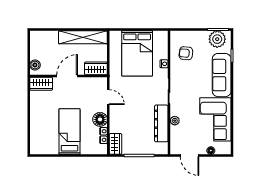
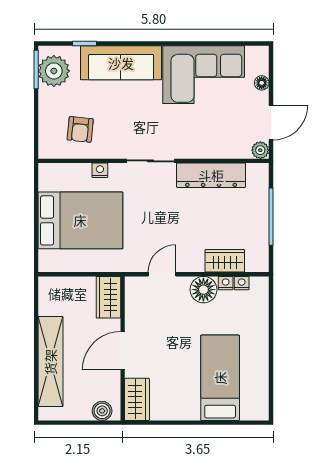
shelving: (83, 37) -> (50, 362), moved
door: (67, 76) -> (123, 351), hinge flipped
plant: (175, 121) -> (260, 150), moved
bed: (69, 132) -> (220, 378), moved, turned 90
wardrobe: (115, 144) -> (225, 261), moved

